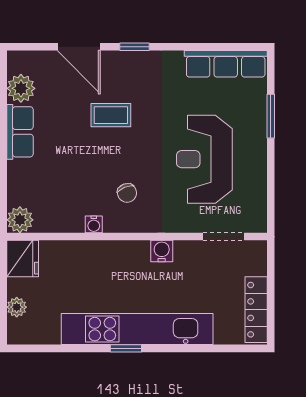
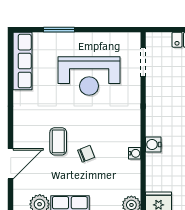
window: (135, 47) -> (11, 125), removed
chair: (127, 193) -> (86, 154), moved
water cooler: (162, 251) -> (153, 144), moved

